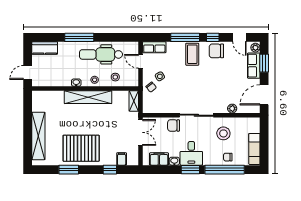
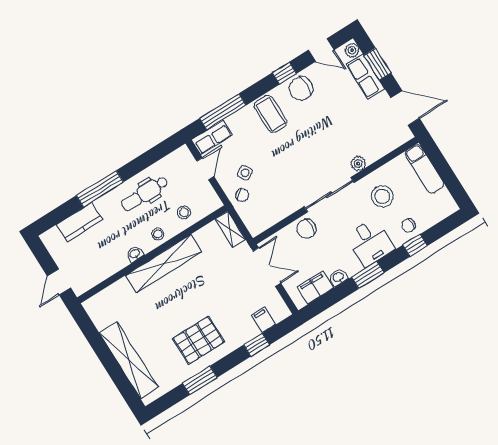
window: (185, 37) -> (223, 112), moved
kitchen counter: (45, 48) -> (79, 222), moved
dental chair: (101, 54) -> (145, 193), width x0.73, depth x0.72
door: (141, 61) -> (205, 169), swing flipped
door: (264, 95) -> (405, 108), swing flipped
plant: (232, 109) -> (358, 164), moved
pallet: (81, 148) -> (198, 340), width x0.73, depth x0.71
exam couch: (254, 149) -> (425, 169), moved
desk: (191, 153) -> (370, 242), moved
window: (225, 170) -> (415, 245), width x0.32

